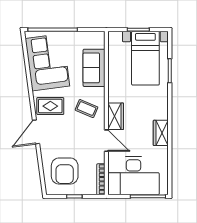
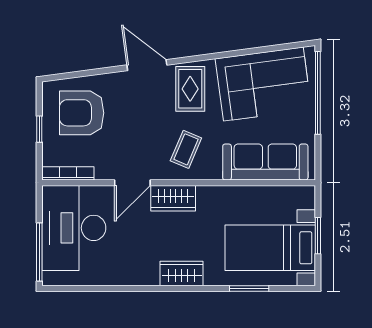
sofa: (94, 68) -> (265, 162), width x1.36
wardrobe: (161, 133) -> (182, 274), moved

